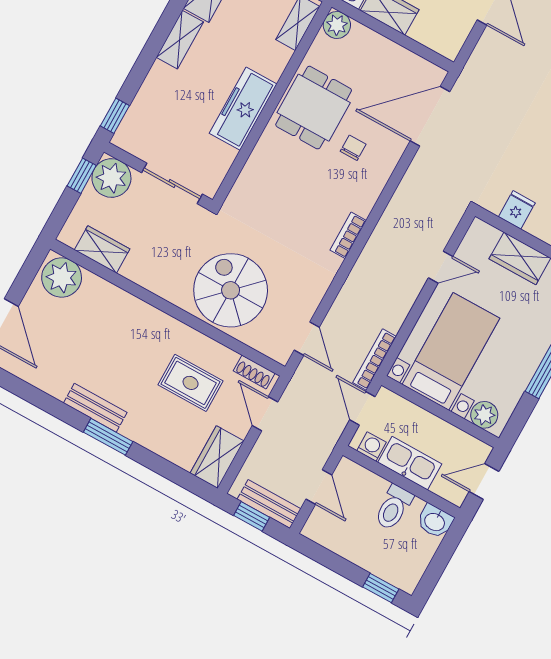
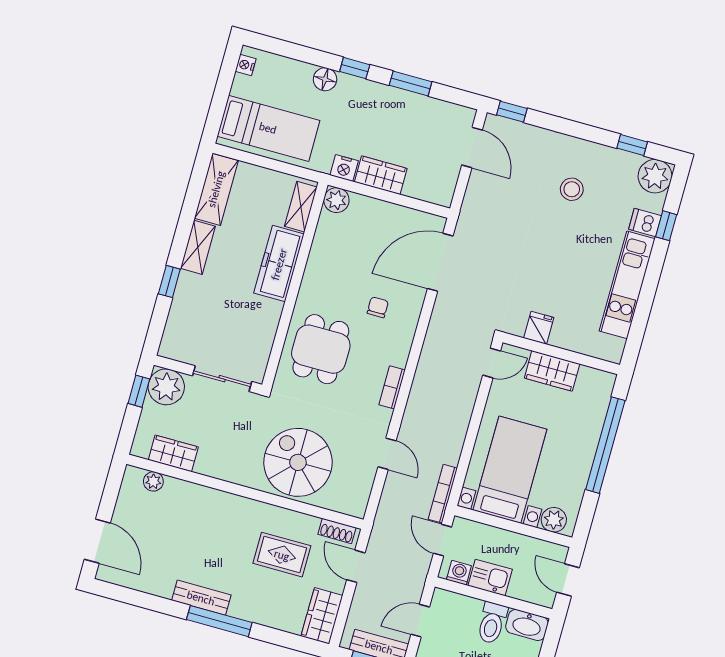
dining table: (314, 108) -> (321, 349), moved
freezer: (243, 109) -> (279, 264), moved
window: (115, 116) -> (169, 282), moved
door: (441, 267) -> (492, 363), moved
plant: (62, 277) -> (153, 481), width x0.53, depth x0.53
door: (307, 339) -> (387, 454), moved
window: (108, 437) -> (219, 621), width x1.44
kitchen sink: (410, 463) -> (490, 578), width x0.73
door: (484, 482) -> (568, 580), hinge flipped
door: (319, 487) -> (420, 621), swing flipped
washbasin: (435, 521) -> (527, 625), width x1.38

